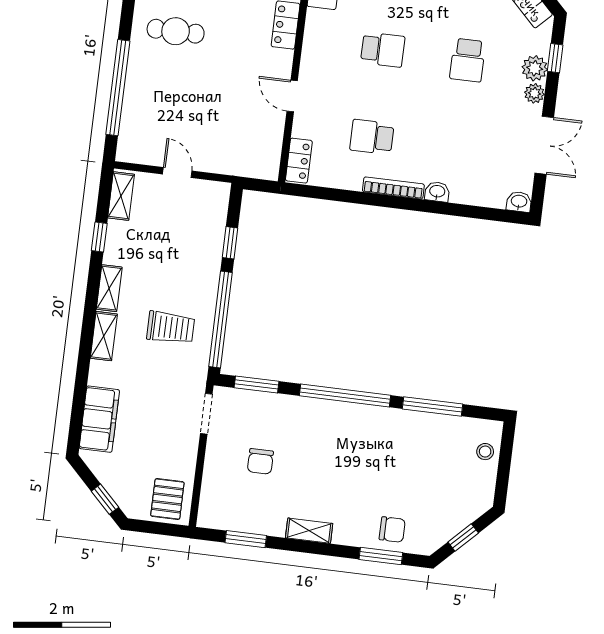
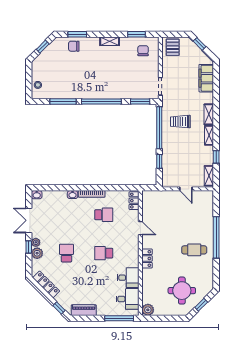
window: (555, 58) -> (29, 247), moved
window: (118, 88) -> (216, 237), moved
chair: (260, 461) -> (143, 51), moved

